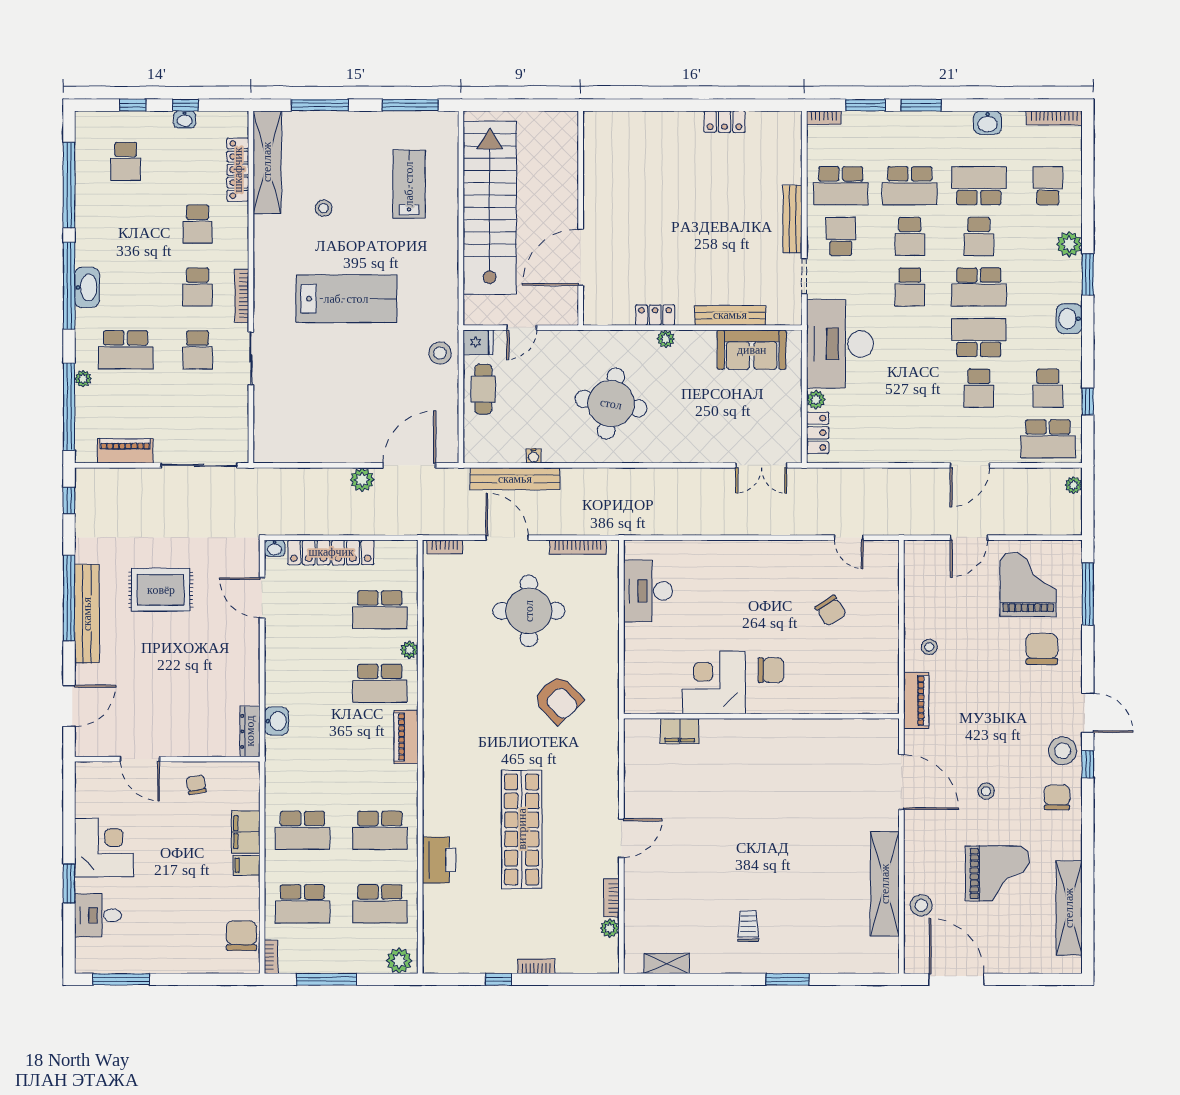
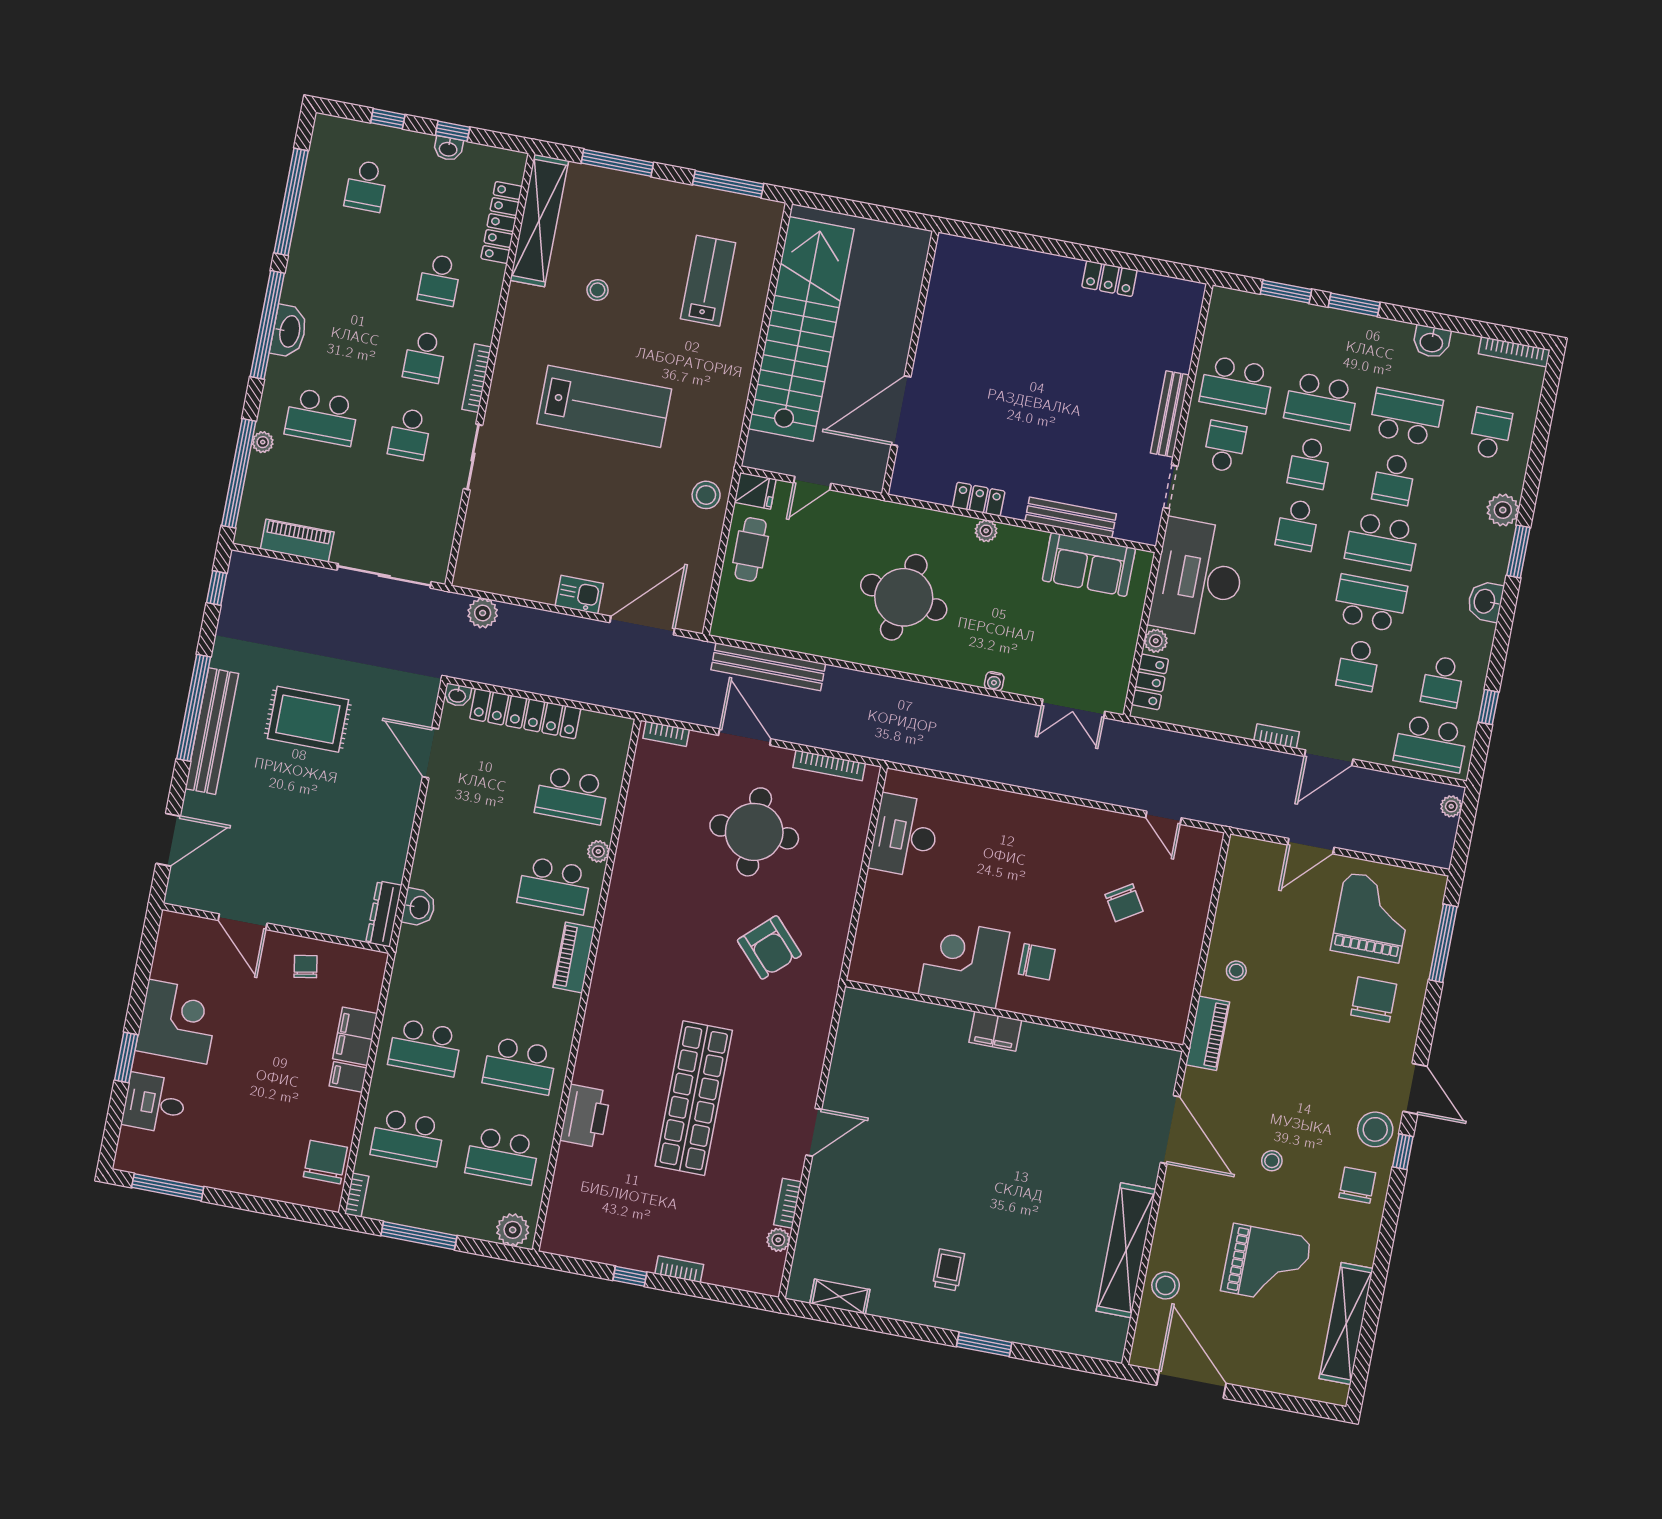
bookcase: (824, 118) -> (1277, 736), moved, turned 180
kitchen sink: (355, 451) -> (579, 595), added
water cooler: (534, 456) -> (994, 681), moved
plant: (362, 480) -> (483, 613), moved
filing cabinet: (680, 731) -> (995, 1031), moved

